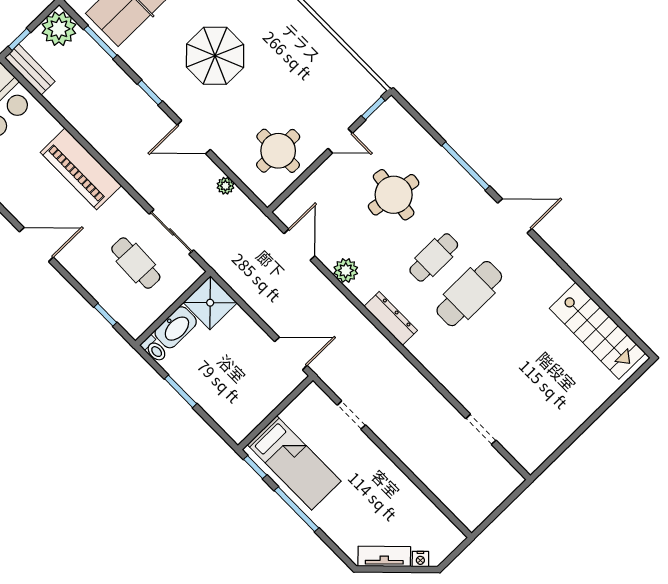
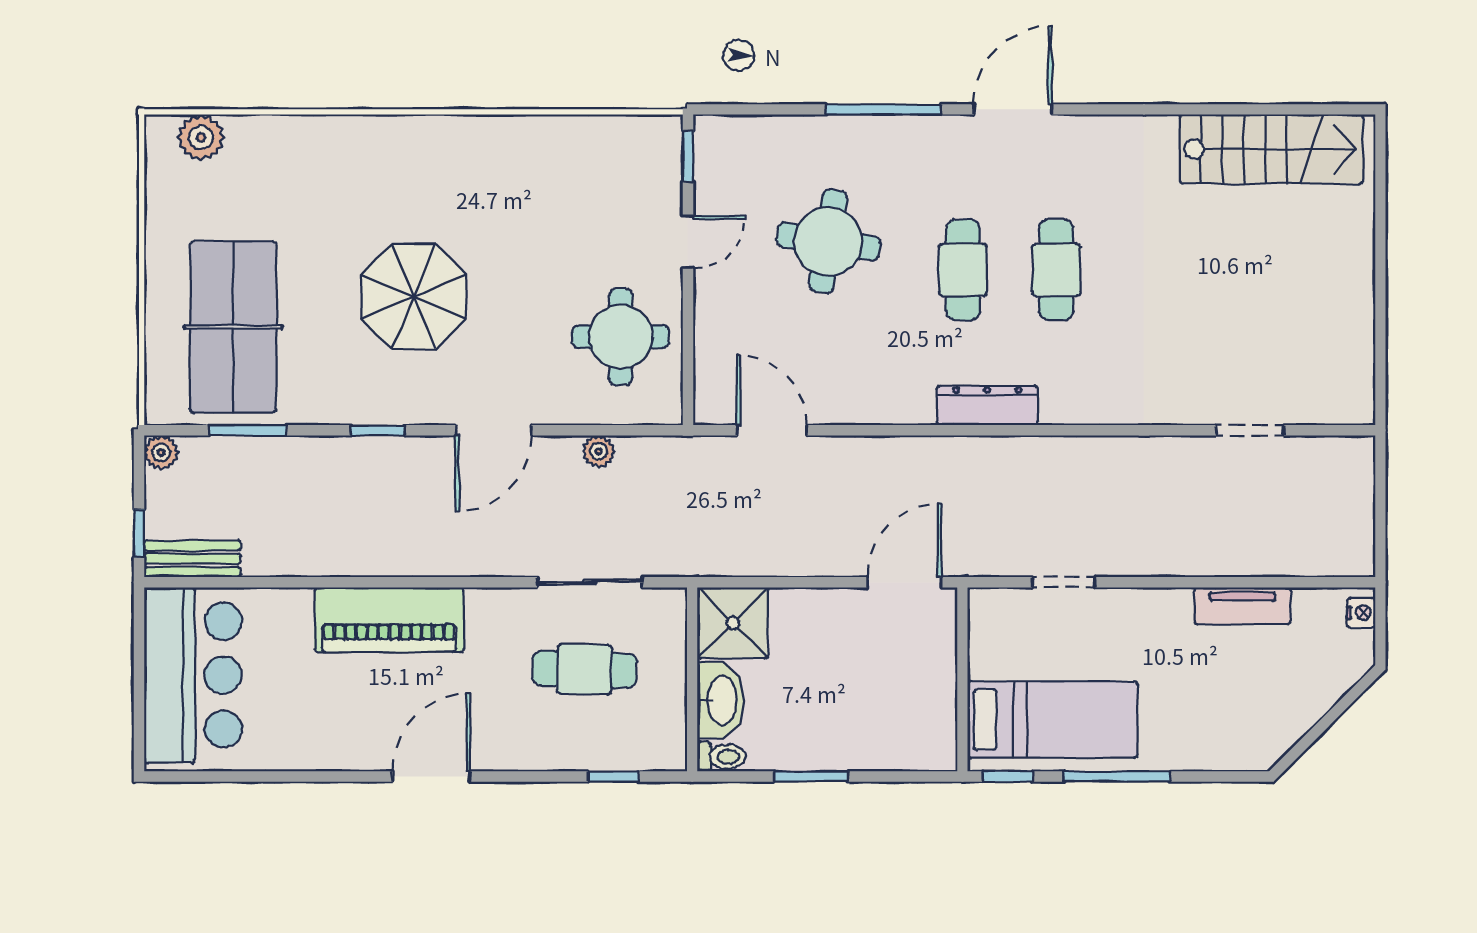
plant: (59, 29) -> (161, 452), width x0.53, depth x0.53
plant: (346, 270) -> (866, 402), removed
cafe table: (469, 294) -> (1056, 270), width x0.73, depth x0.74
tv unit: (384, 556) -> (1242, 606), moved, turned -135
nightstand: (420, 559) -> (1361, 613), moved, turned -45

